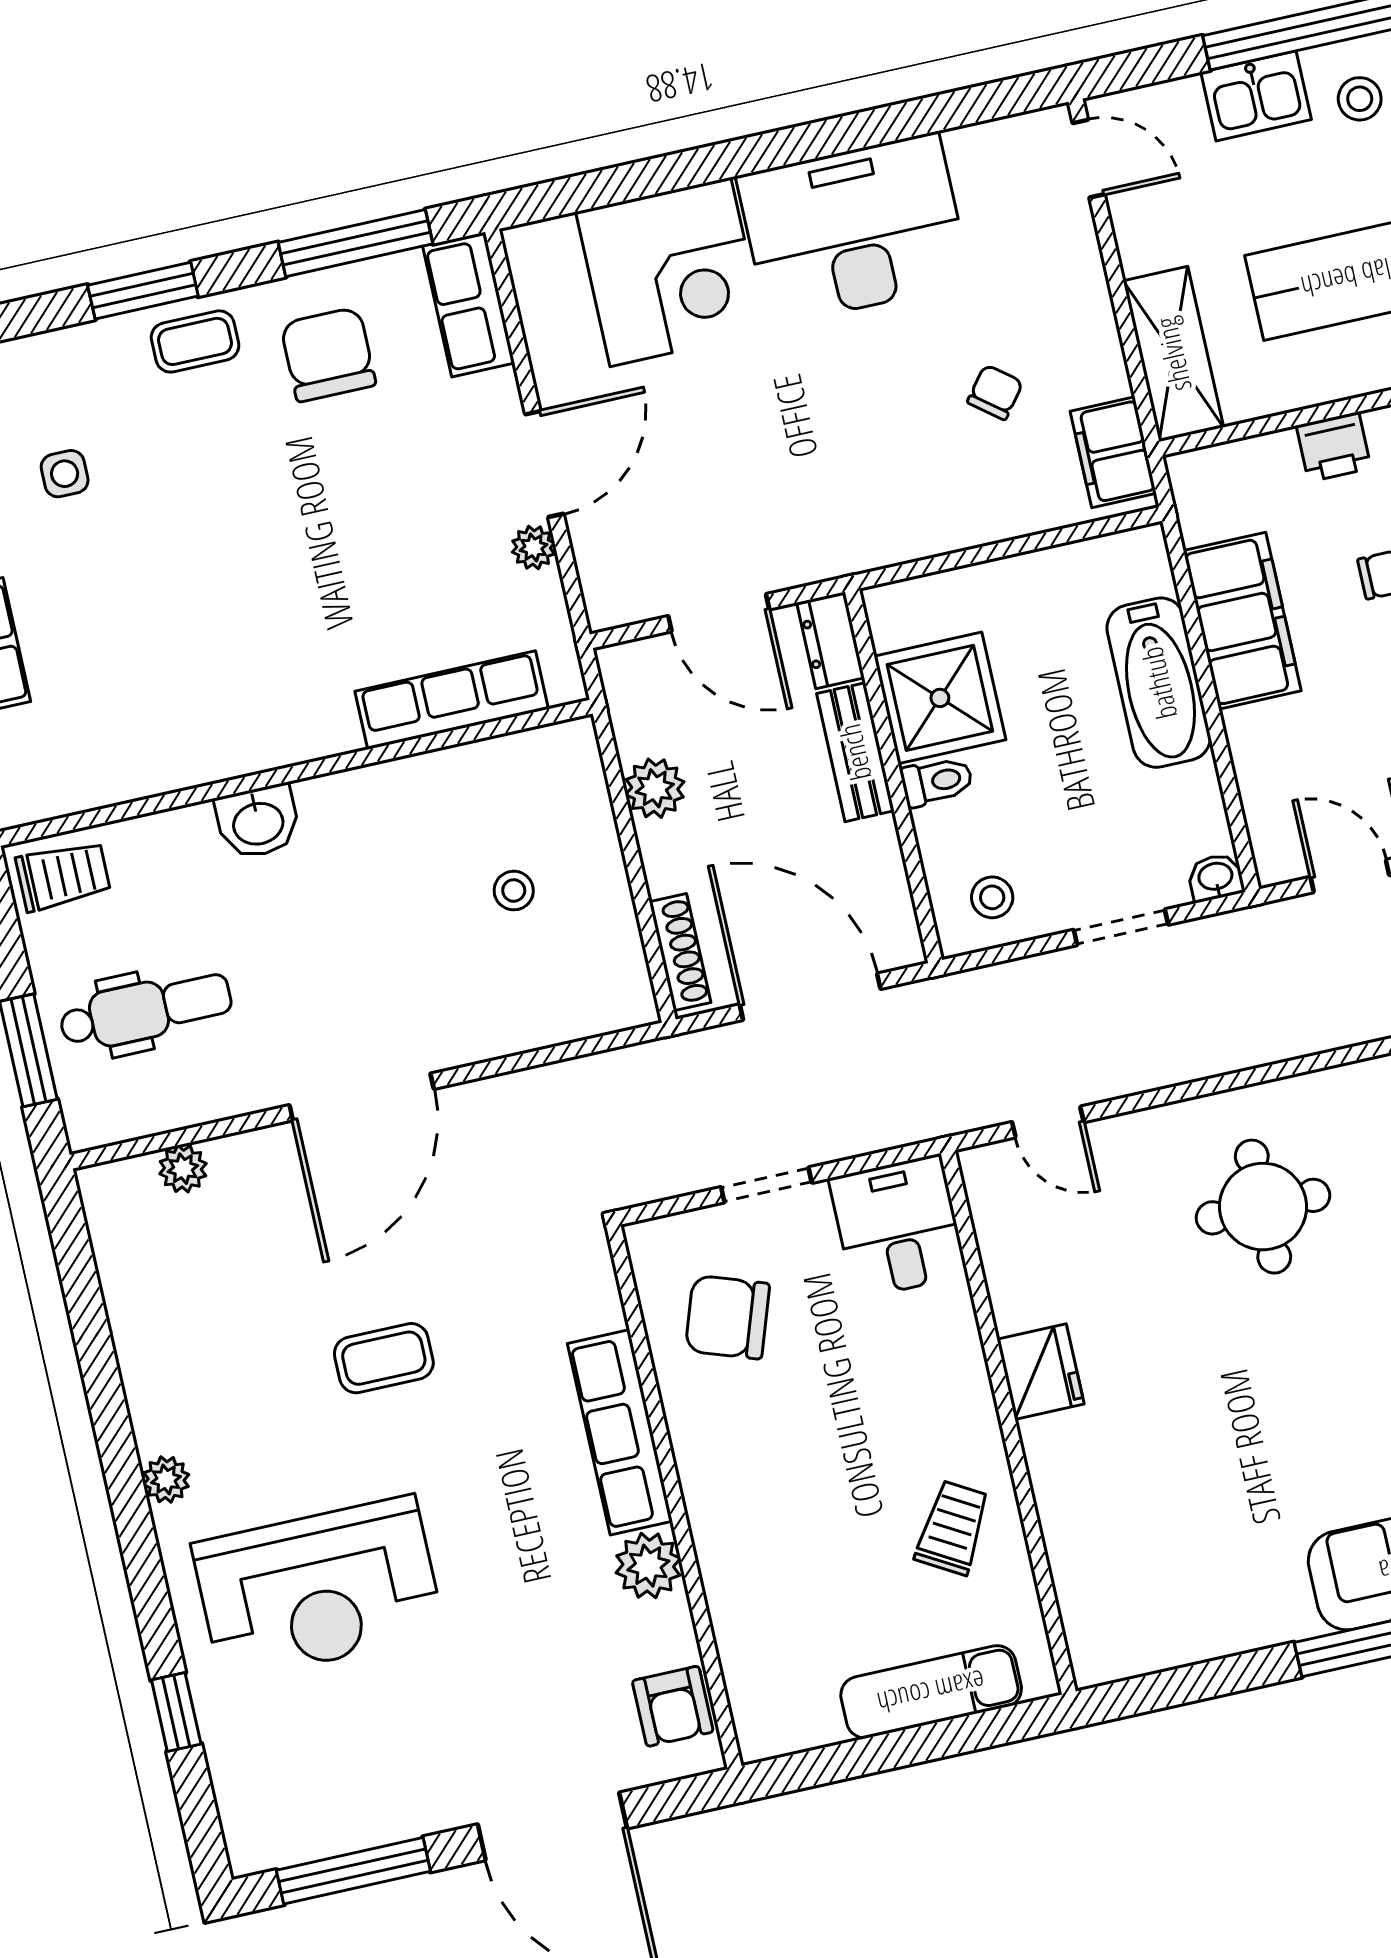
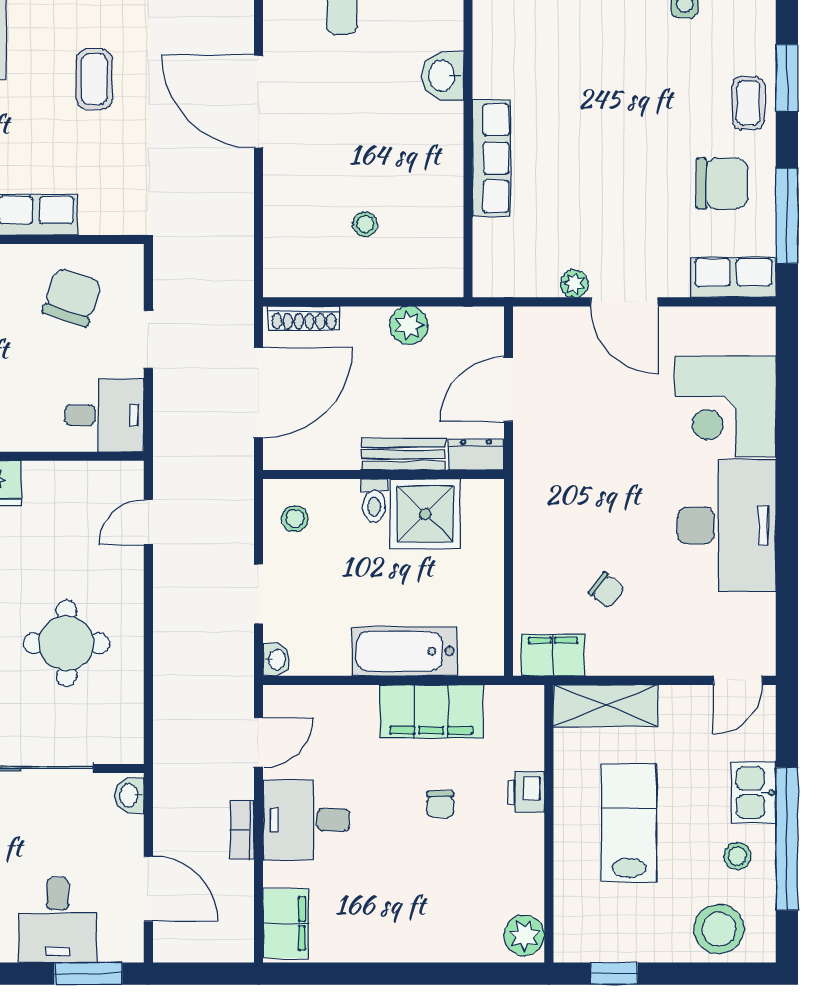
row of seats: (452, 700) -> (491, 158), moved

